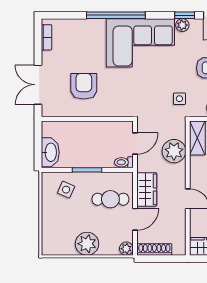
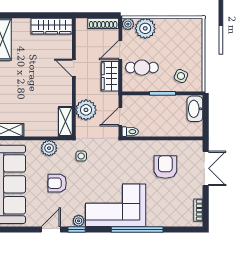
armchair: (84, 86) -> (165, 167), turned 180
toilet: (124, 162) -> (130, 132), moved
plant: (87, 244) -> (145, 28), moved

